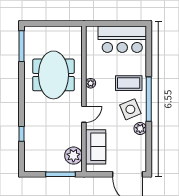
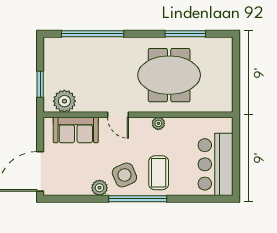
window: (22, 46) -> (185, 34), moved
window: (22, 134) -> (93, 34), width x3.17
window: (60, 174) -> (40, 84), width x0.69

